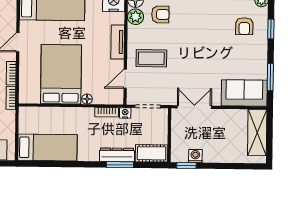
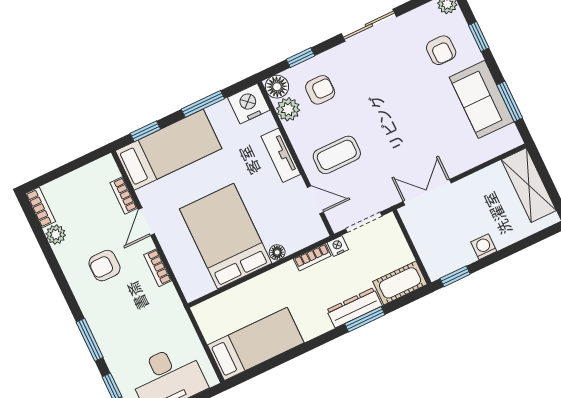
door: (125, 79) -> (315, 200), swing flipped
sofa: (244, 93) -> (482, 99), moved, turned -90
bookcase: (11, 98) -> (124, 195), moved
washing machine: (195, 156) -> (484, 247), moved

